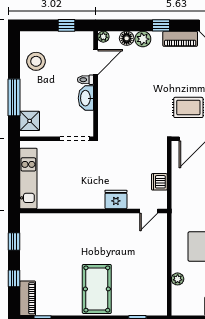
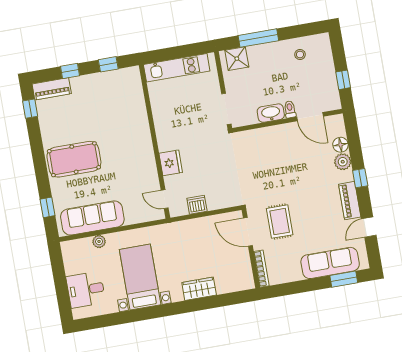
plant: (103, 37) -> (338, 120), removed
stool: (36, 61) -> (300, 54), width x0.53, depth x0.53
sofa: (155, 281) -> (92, 218), added

